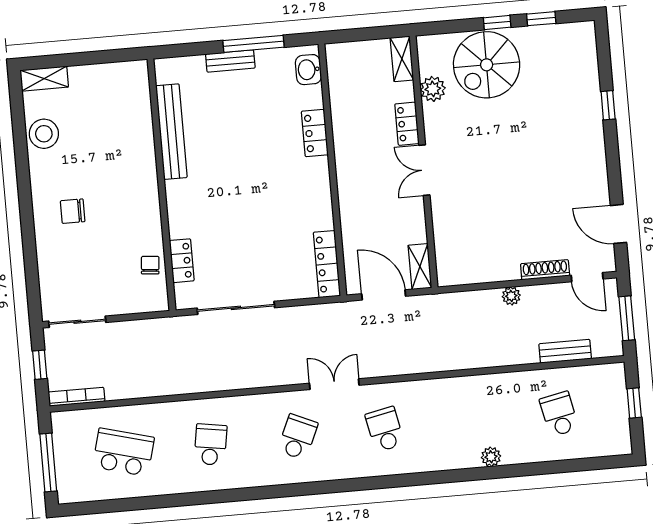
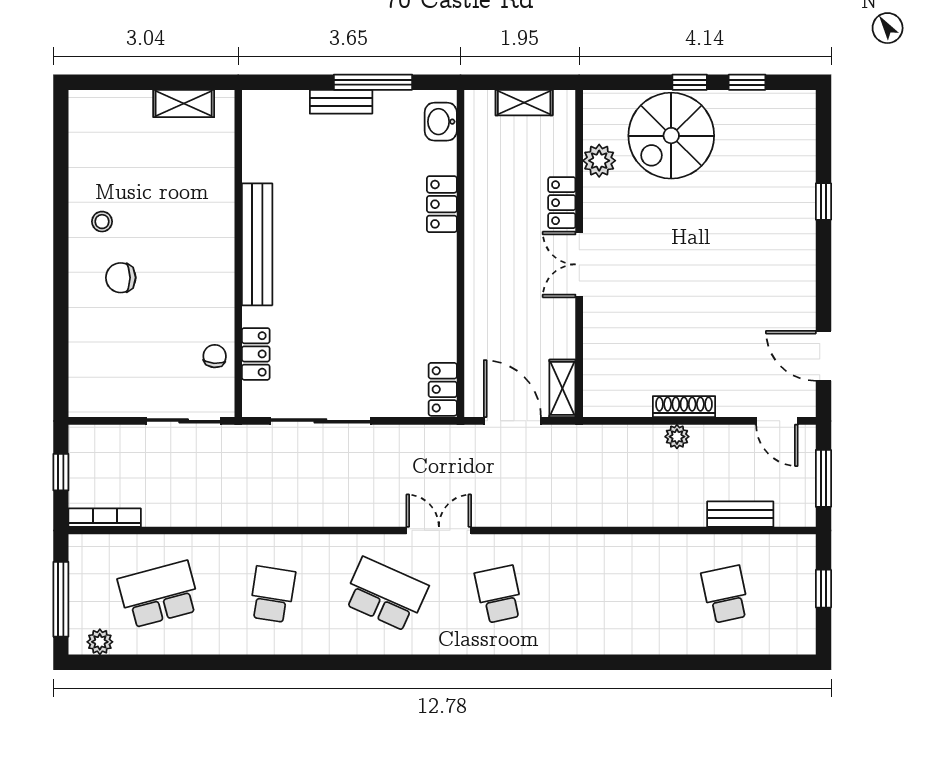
shelving: (402, 59) -> (524, 103), moved, turned 90
shelving: (44, 79) -> (184, 104), moved
bench: (171, 132) -> (257, 244), moved
stool: (44, 134) -> (102, 222), moved, width x0.53, depth x0.53
locker: (327, 264) -> (443, 389), width x0.66
shoe rack: (545, 270) -> (684, 407), moved
sliding door: (77, 322) -> (184, 421), moved
school desk: (298, 437) -> (386, 594), width x1.85
school desk: (123, 452) -> (159, 594), turned -30
plant: (491, 457) -> (100, 642), moved

